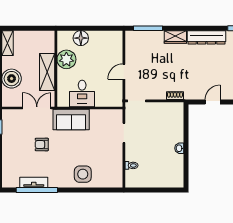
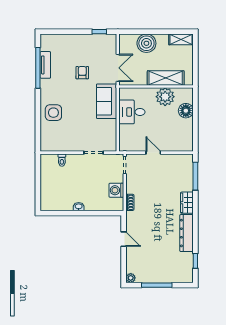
shelving: (47, 72) -> (166, 78), moved
washing machine: (163, 109) -> (116, 190), added

